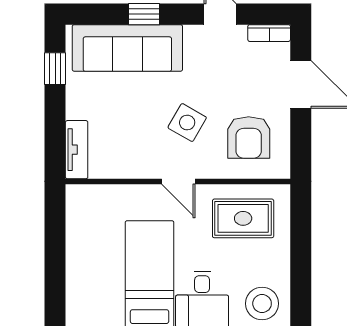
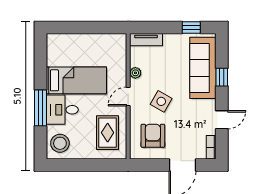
armchair: (249, 137) -> (153, 136), turned 90
plant: (136, 169) -> (135, 73), added

